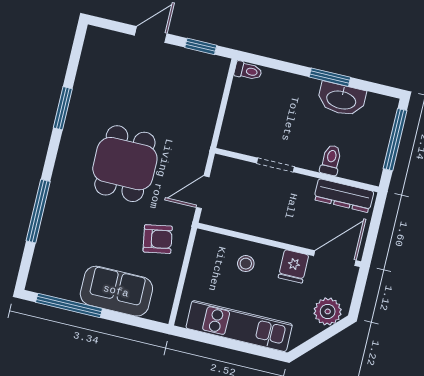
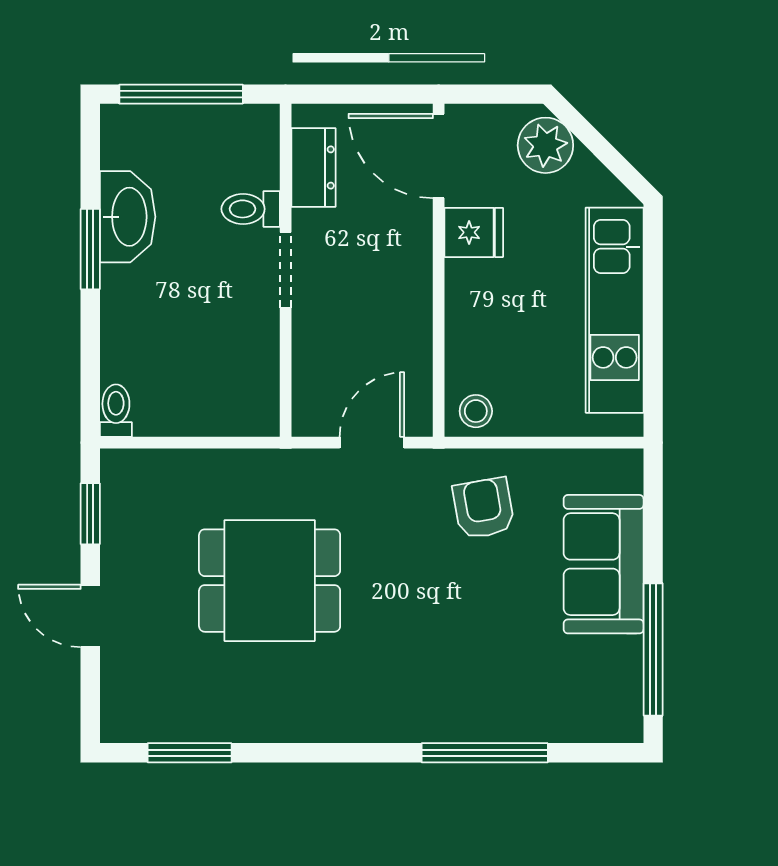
window: (63, 108) -> (190, 753), moved
dining table: (125, 164) -> (270, 581), moved
doorway: (275, 165) -> (286, 270), moved
door: (203, 192) -> (372, 443), swing flipped
dresser: (344, 196) -> (313, 168), width x0.70
stool: (246, 264) -> (476, 411), moved

